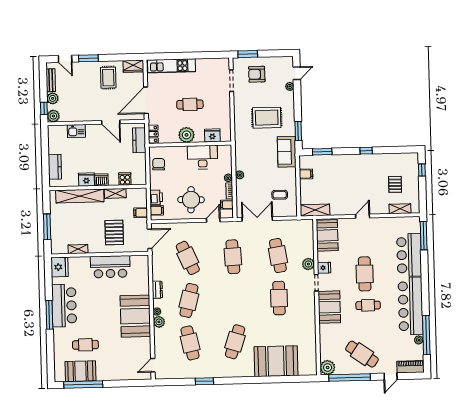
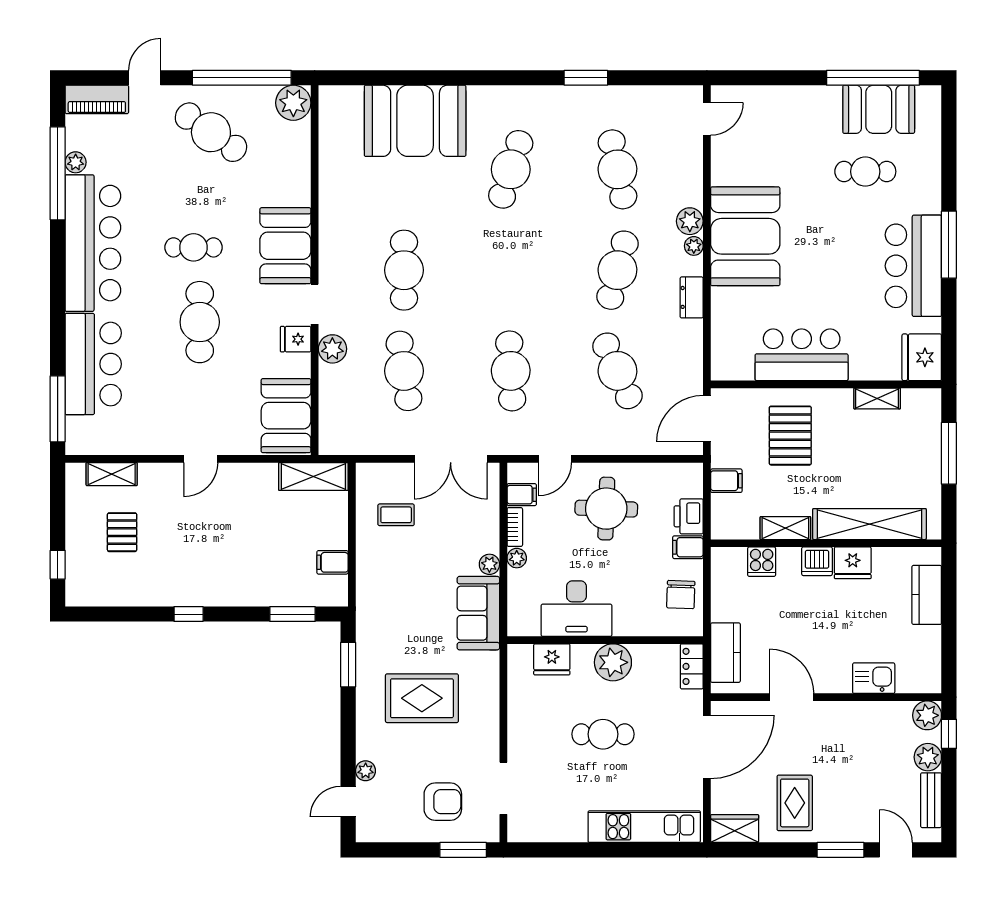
sofa: (287, 152) -> (478, 613), moved, turned 180
filing cabinet: (157, 210) -> (688, 547), moved

